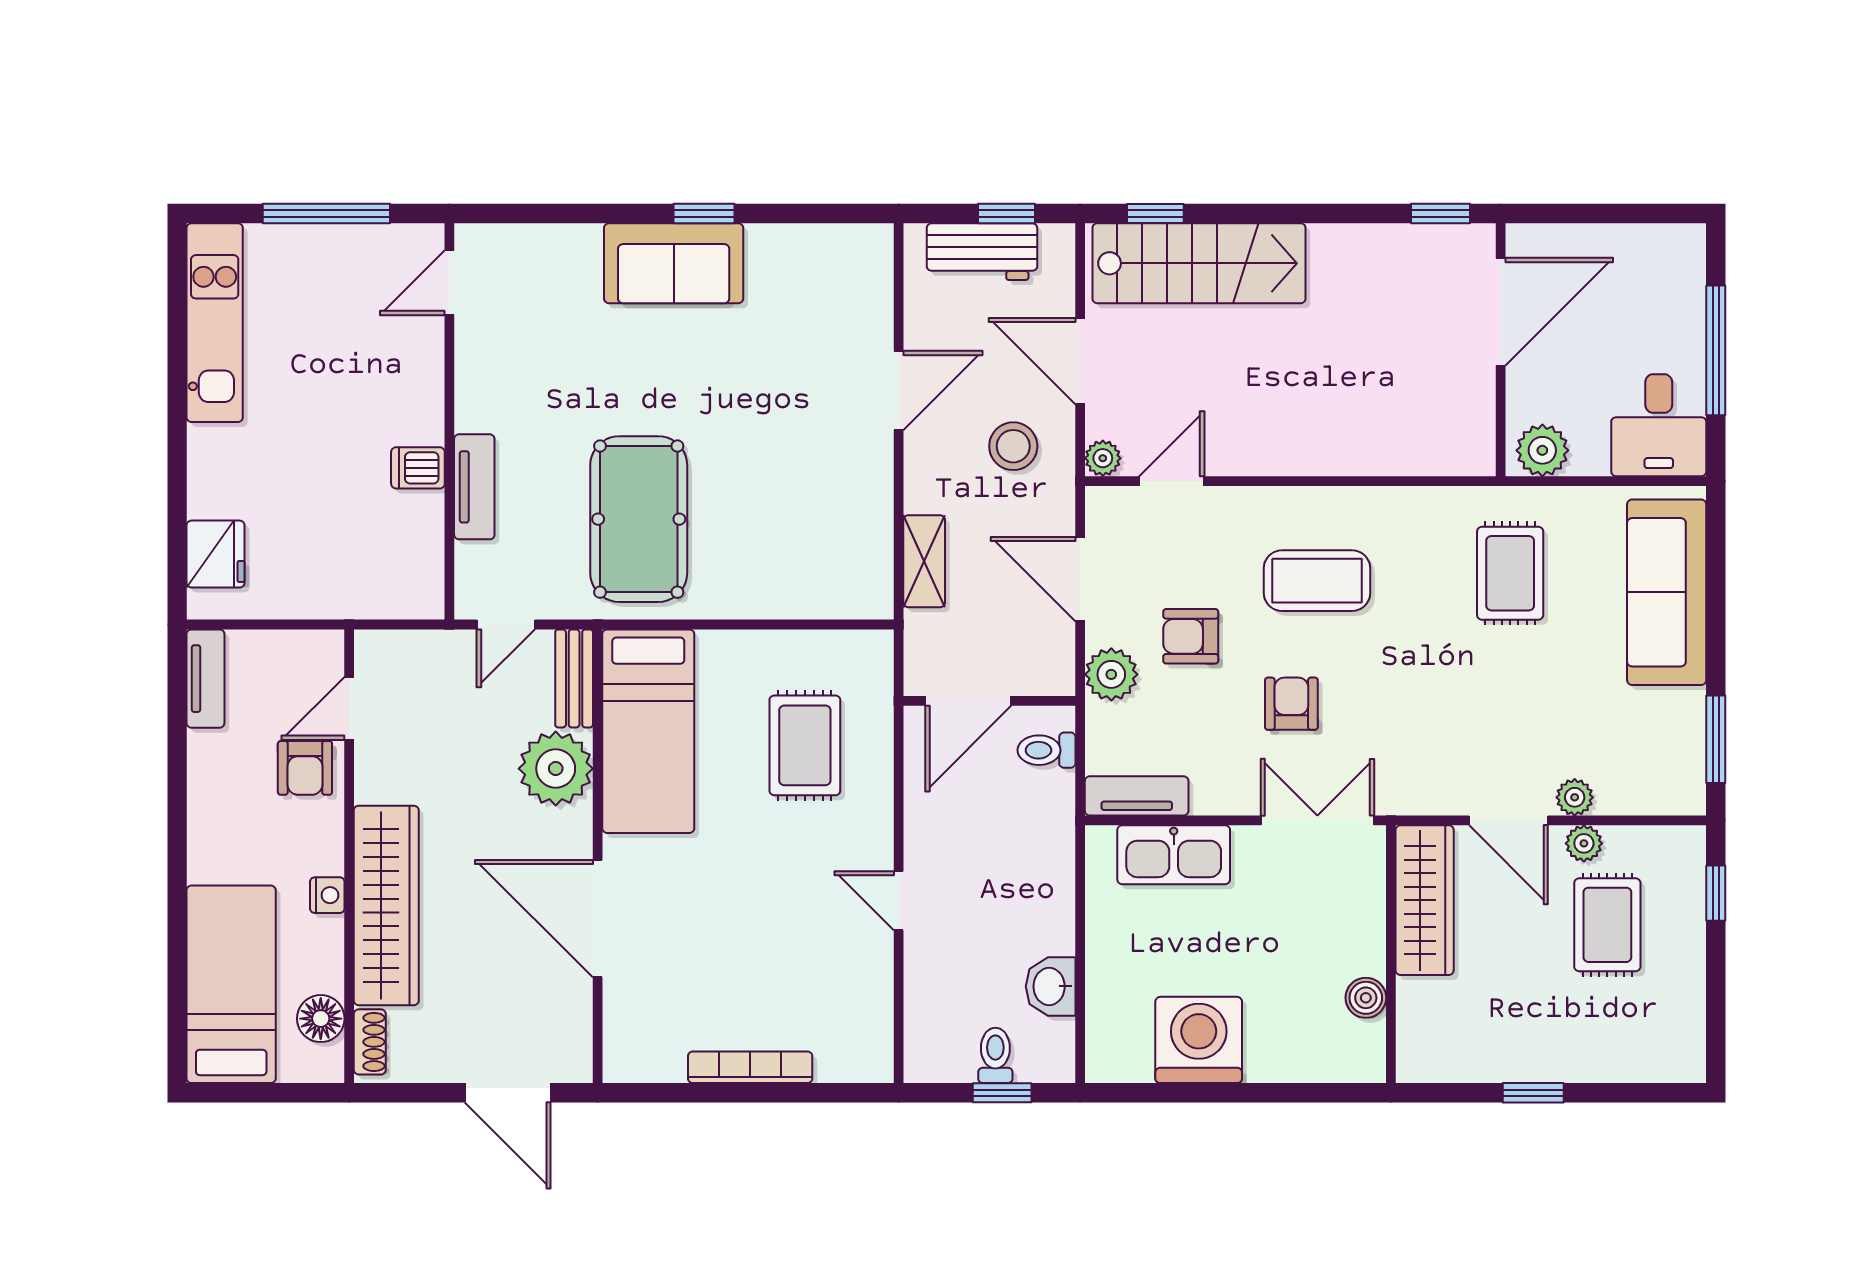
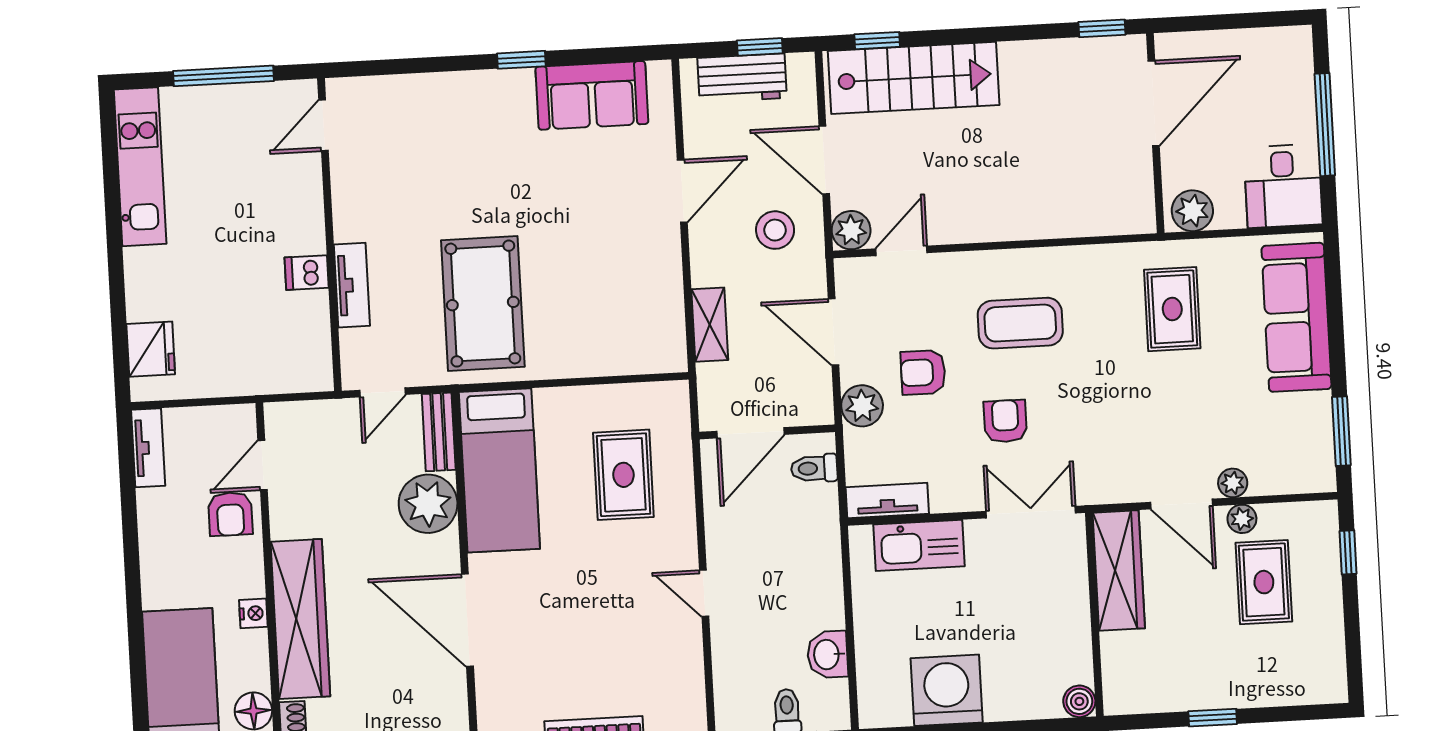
sofa: (674, 263) -> (592, 95), moved
plant: (1103, 458) -> (851, 230), width x1.38, depth x1.38
boiler: (1366, 998) -> (1079, 701), moved

